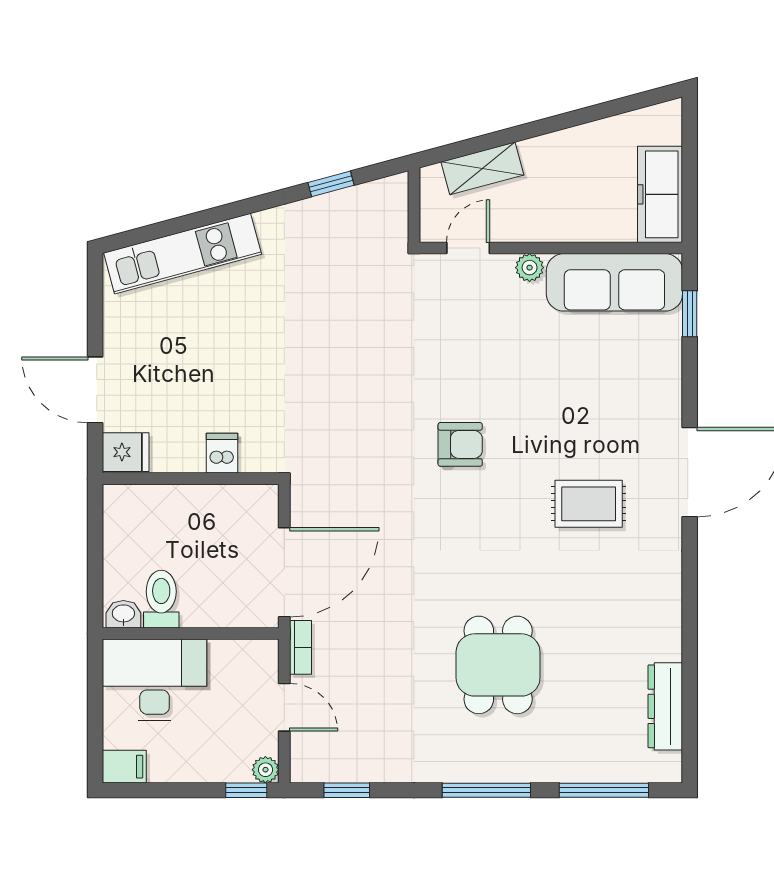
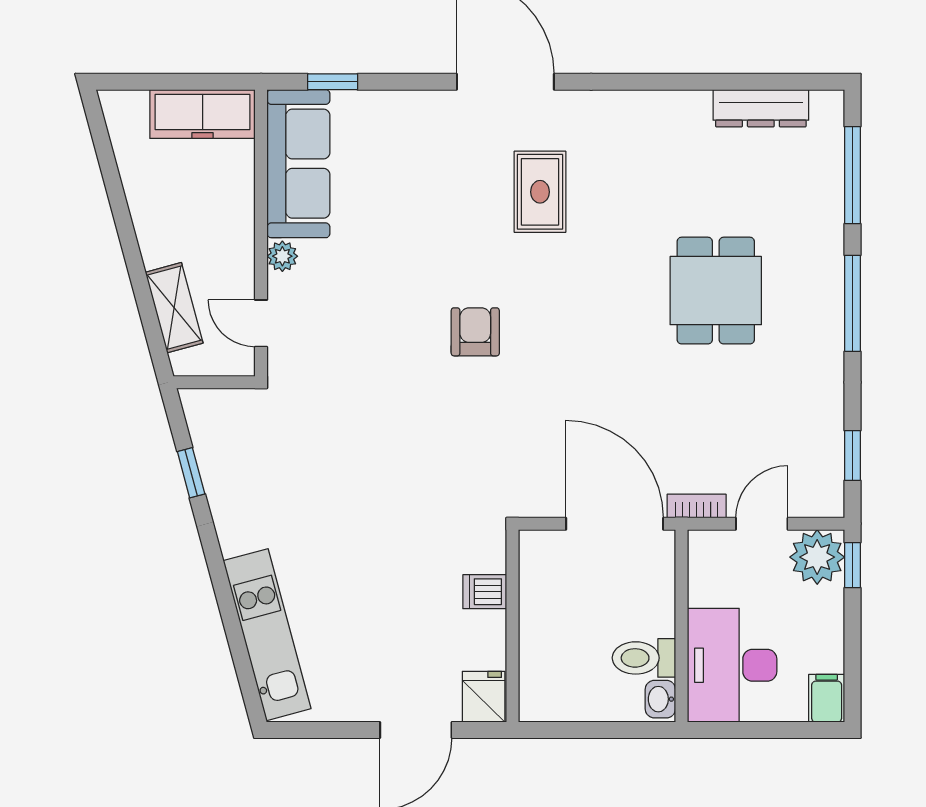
dining table: (498, 665) -> (716, 291), turned 90
plant: (265, 770) -> (817, 557), width x1.88, depth x1.88

